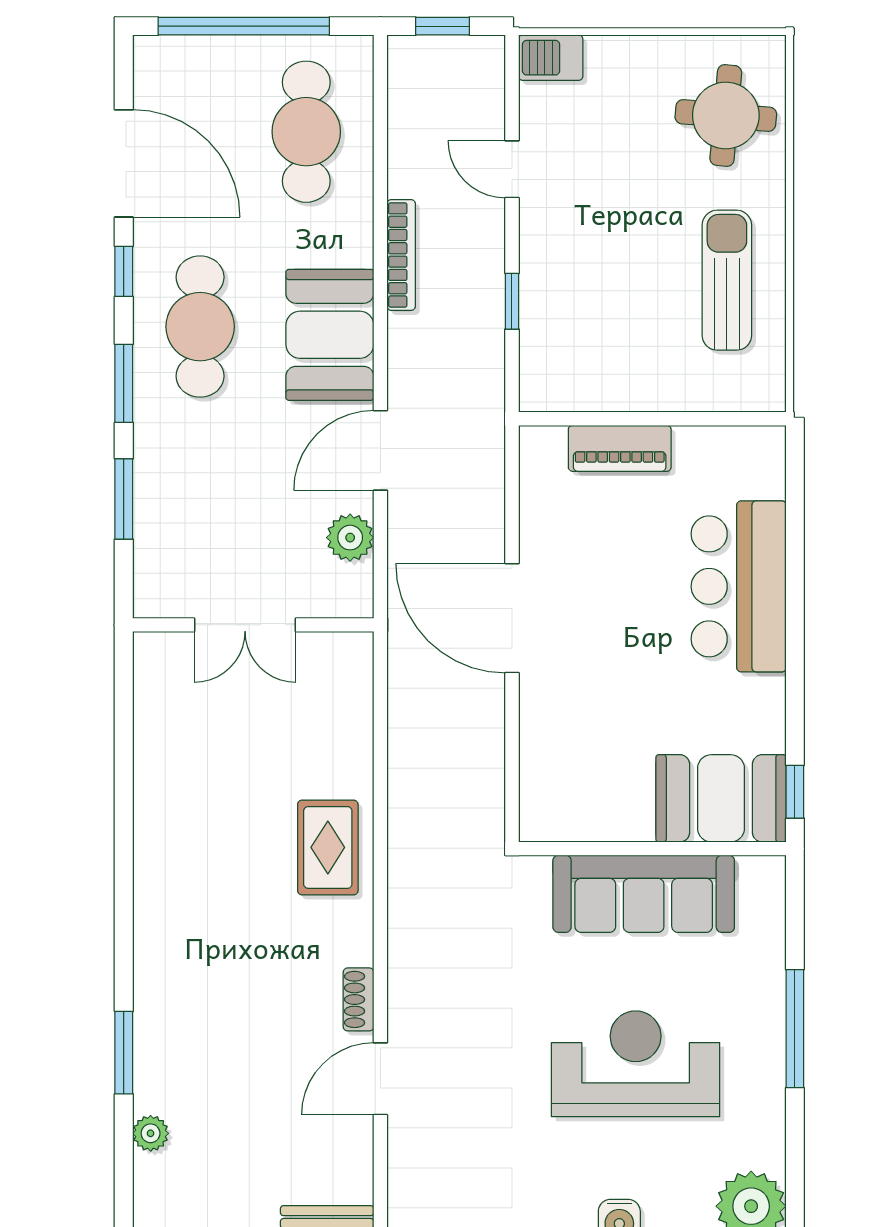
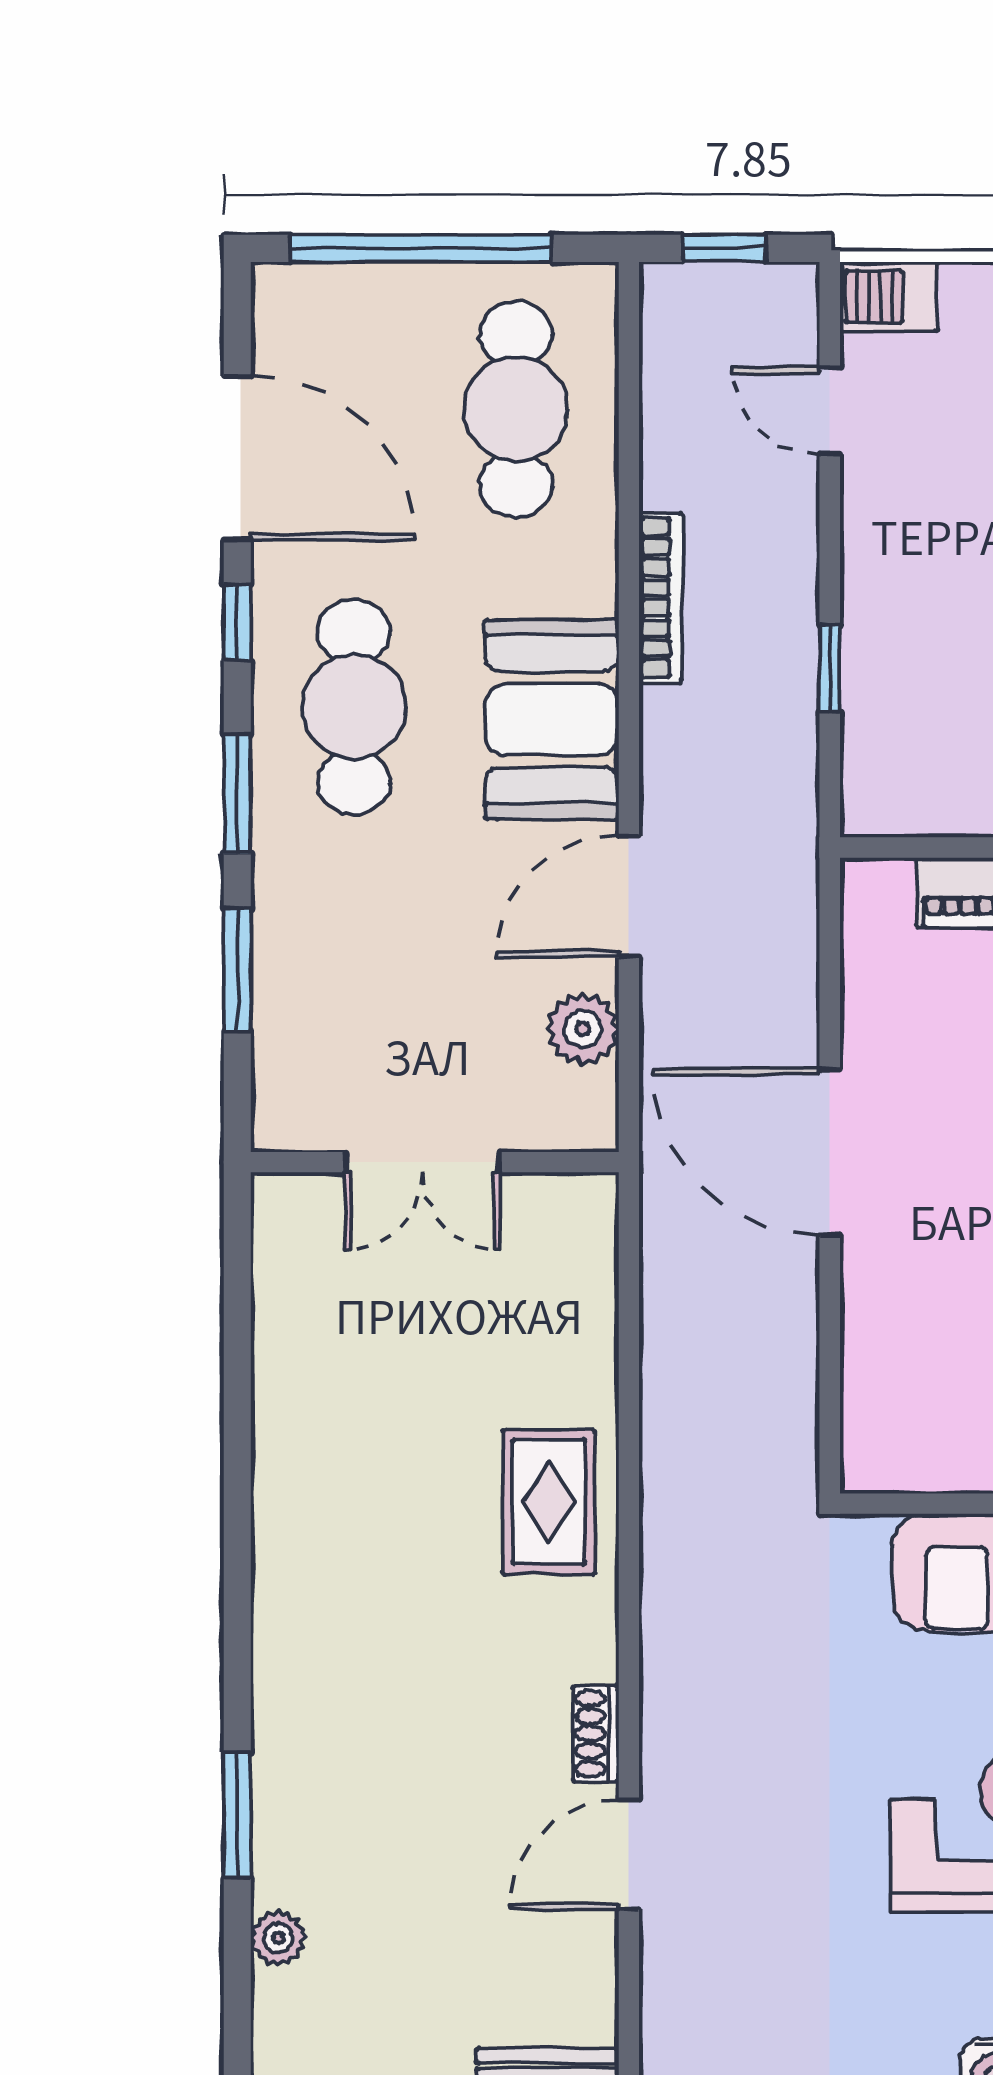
door: (512, 169) -> (830, 411), moved

